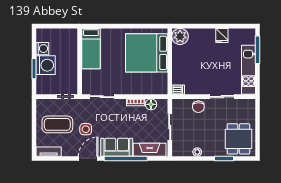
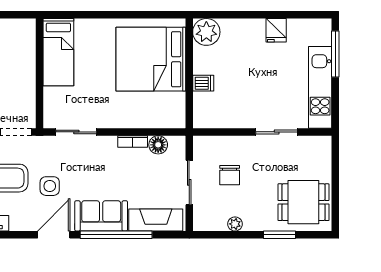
dishwasher: (178, 90) -> (203, 83), moved
chair: (198, 107) -> (230, 175), moved
dining table: (238, 139) -> (303, 202), turned 90

